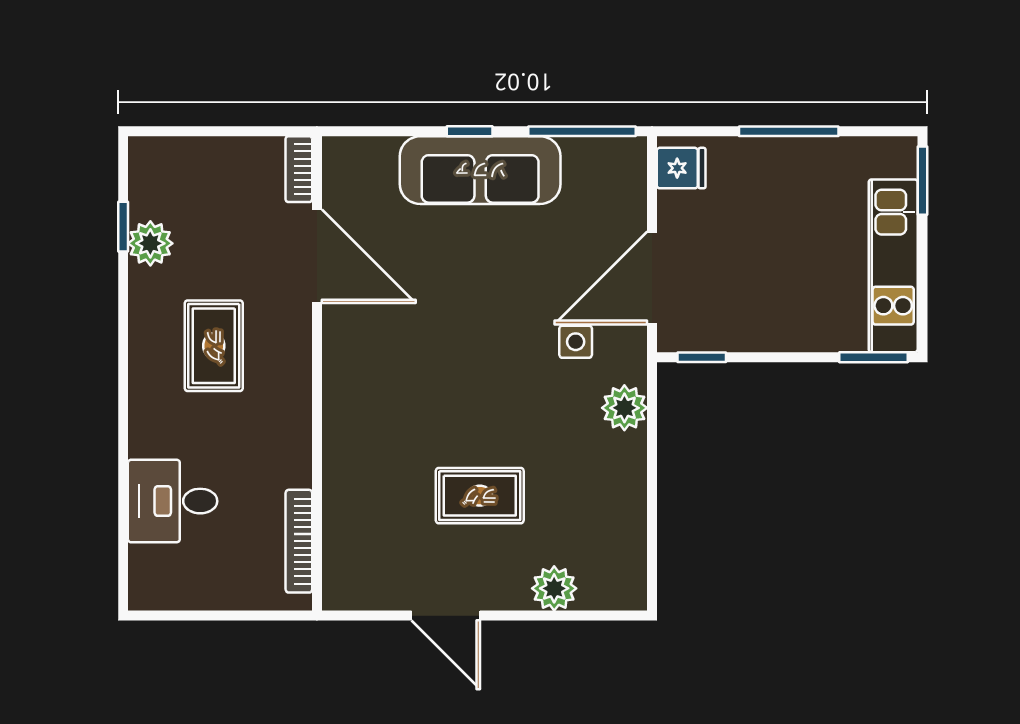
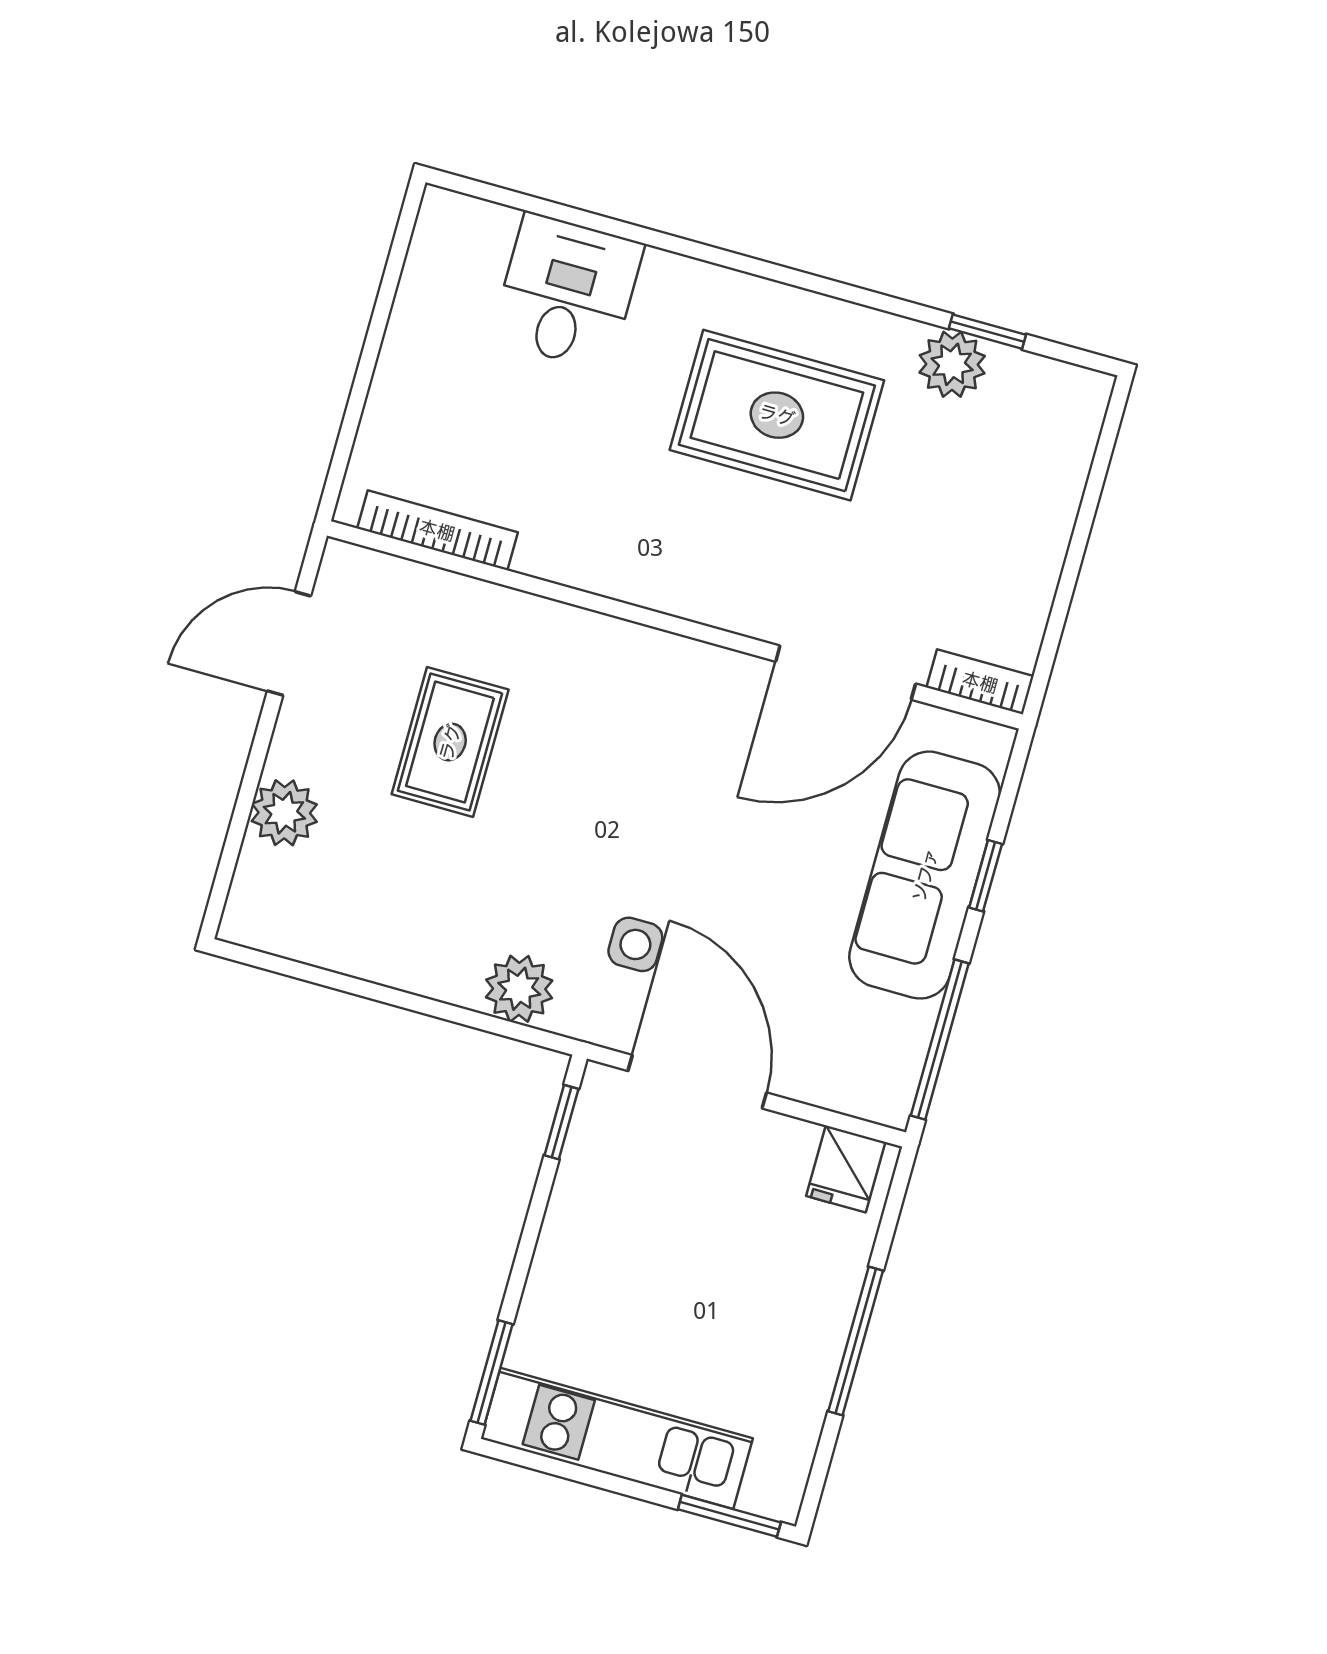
bookcase: (299, 169) -> (980, 682), moved
door: (317, 256) -> (846, 673), moved
rug: (214, 346) -> (777, 415), width x1.36, depth x1.43
wall: (317, 373) -> (675, 625), moved
bookcase: (299, 541) -> (437, 530), moved

